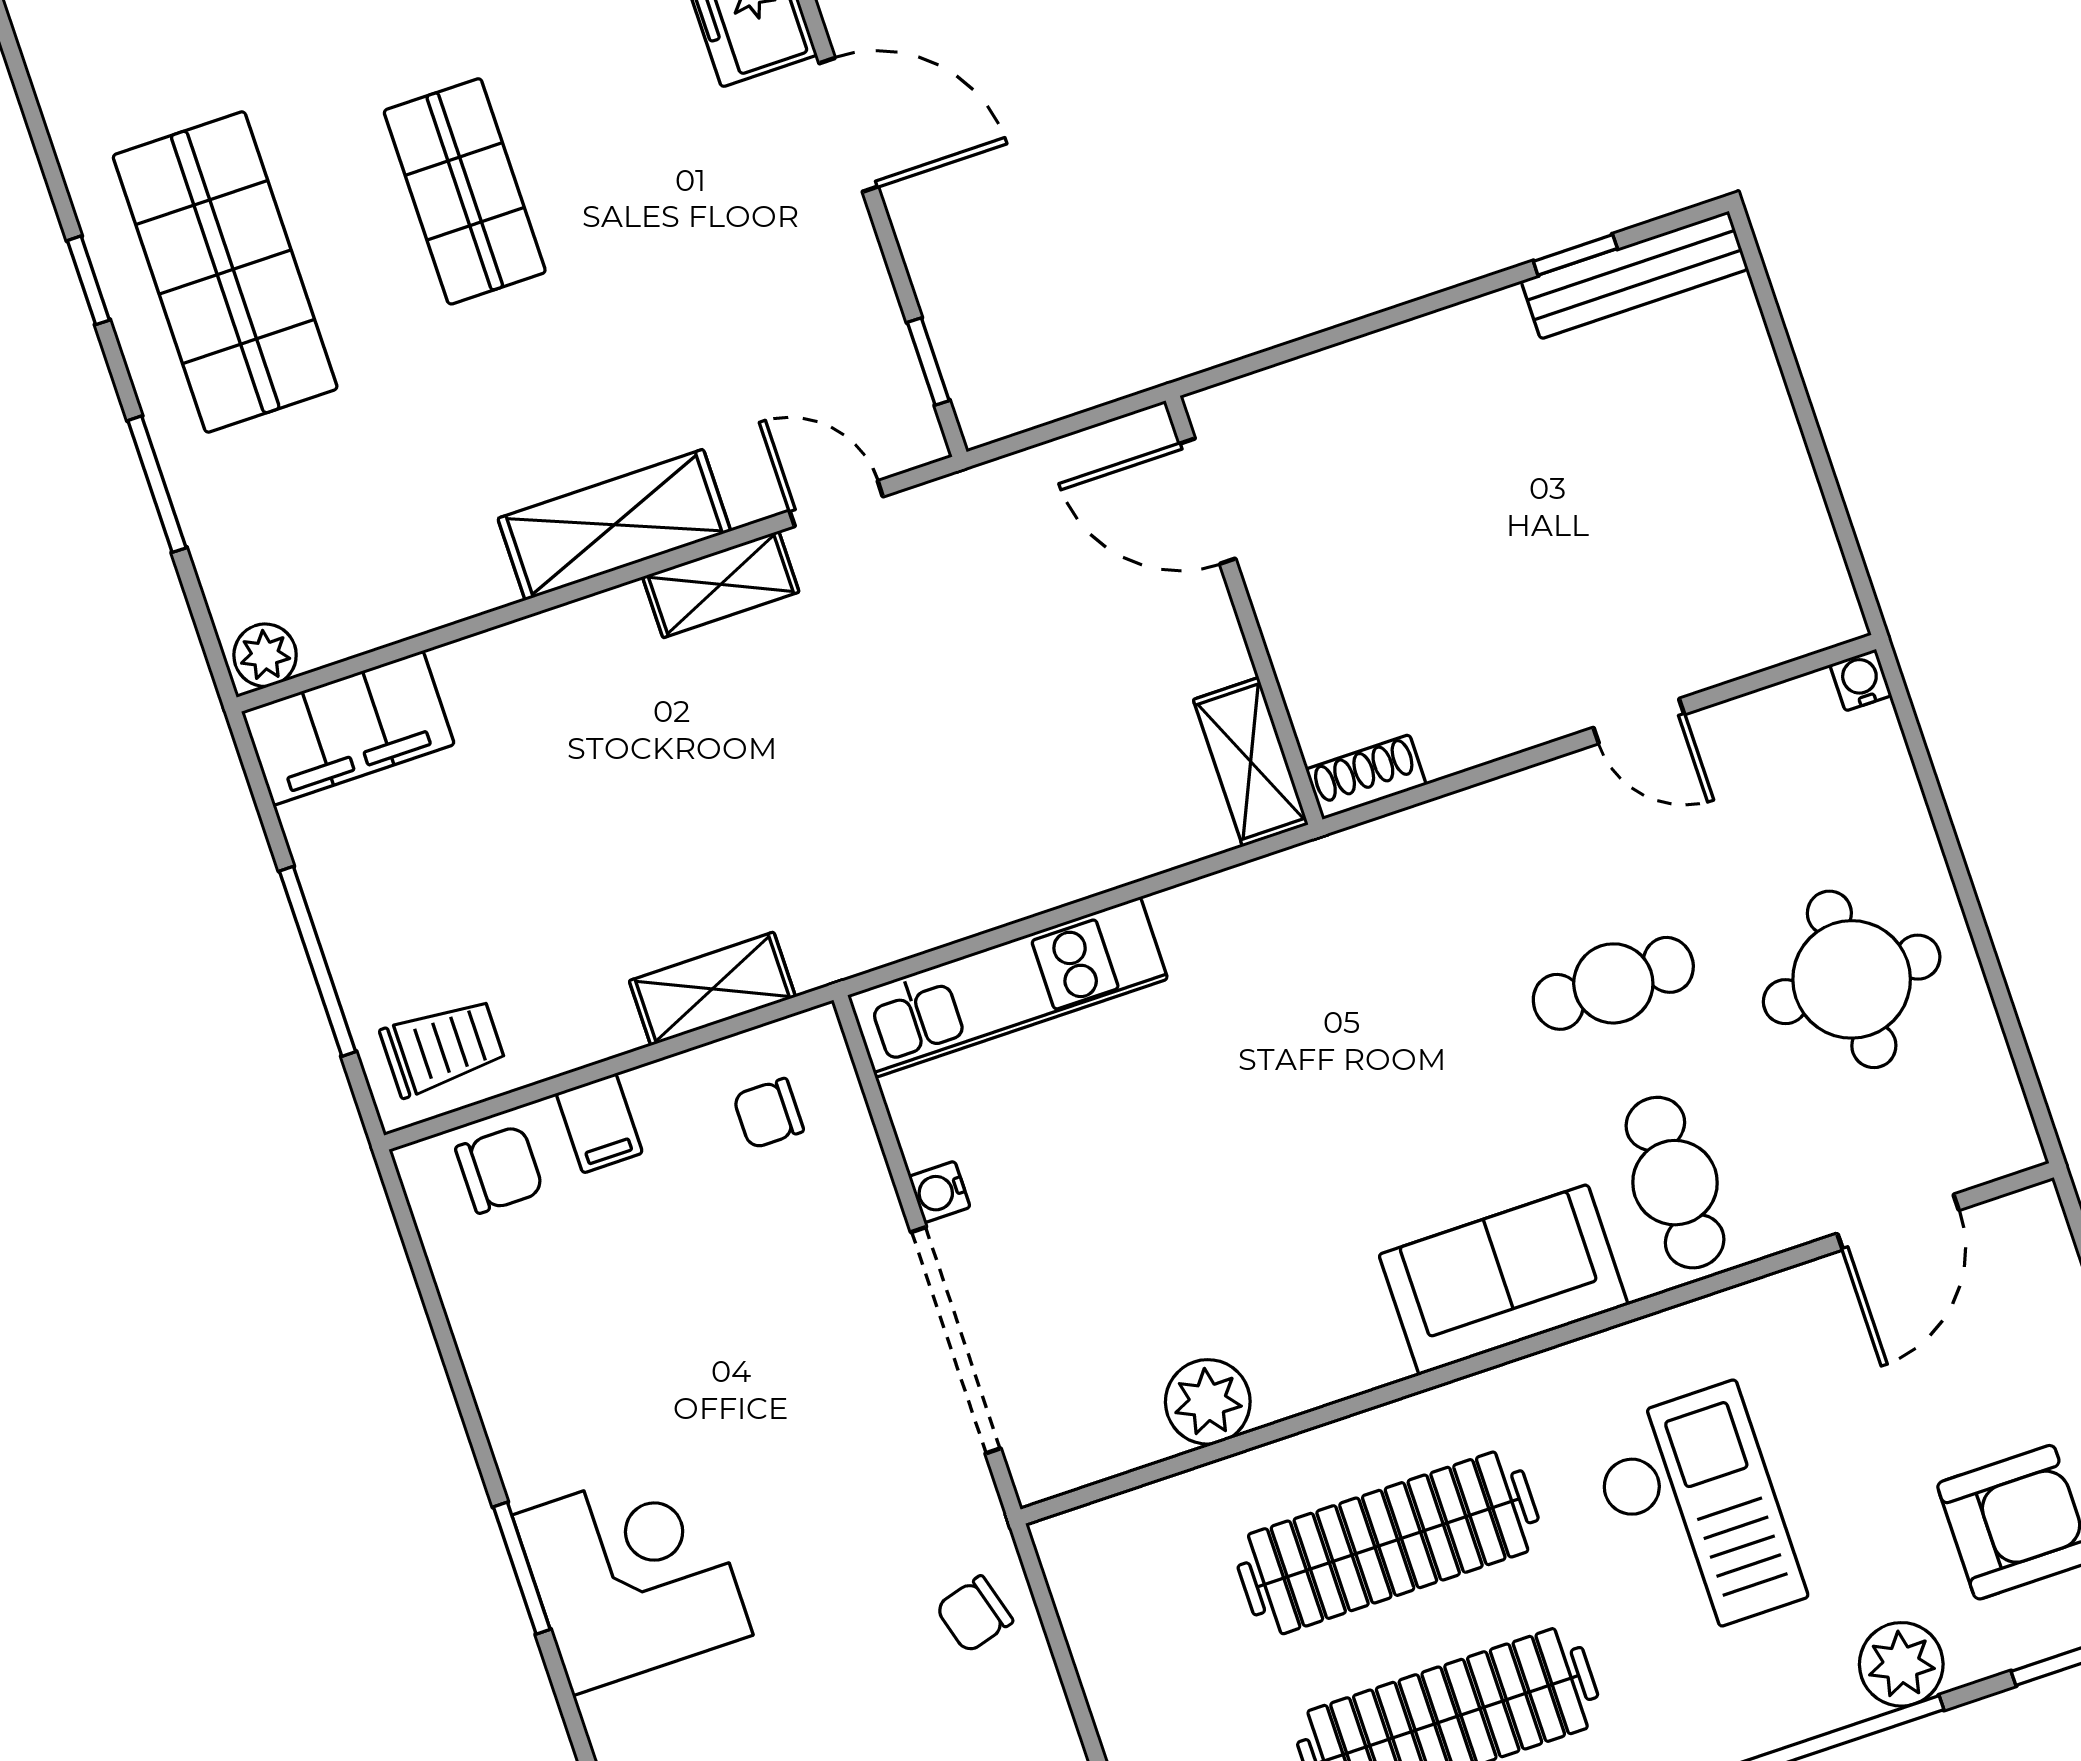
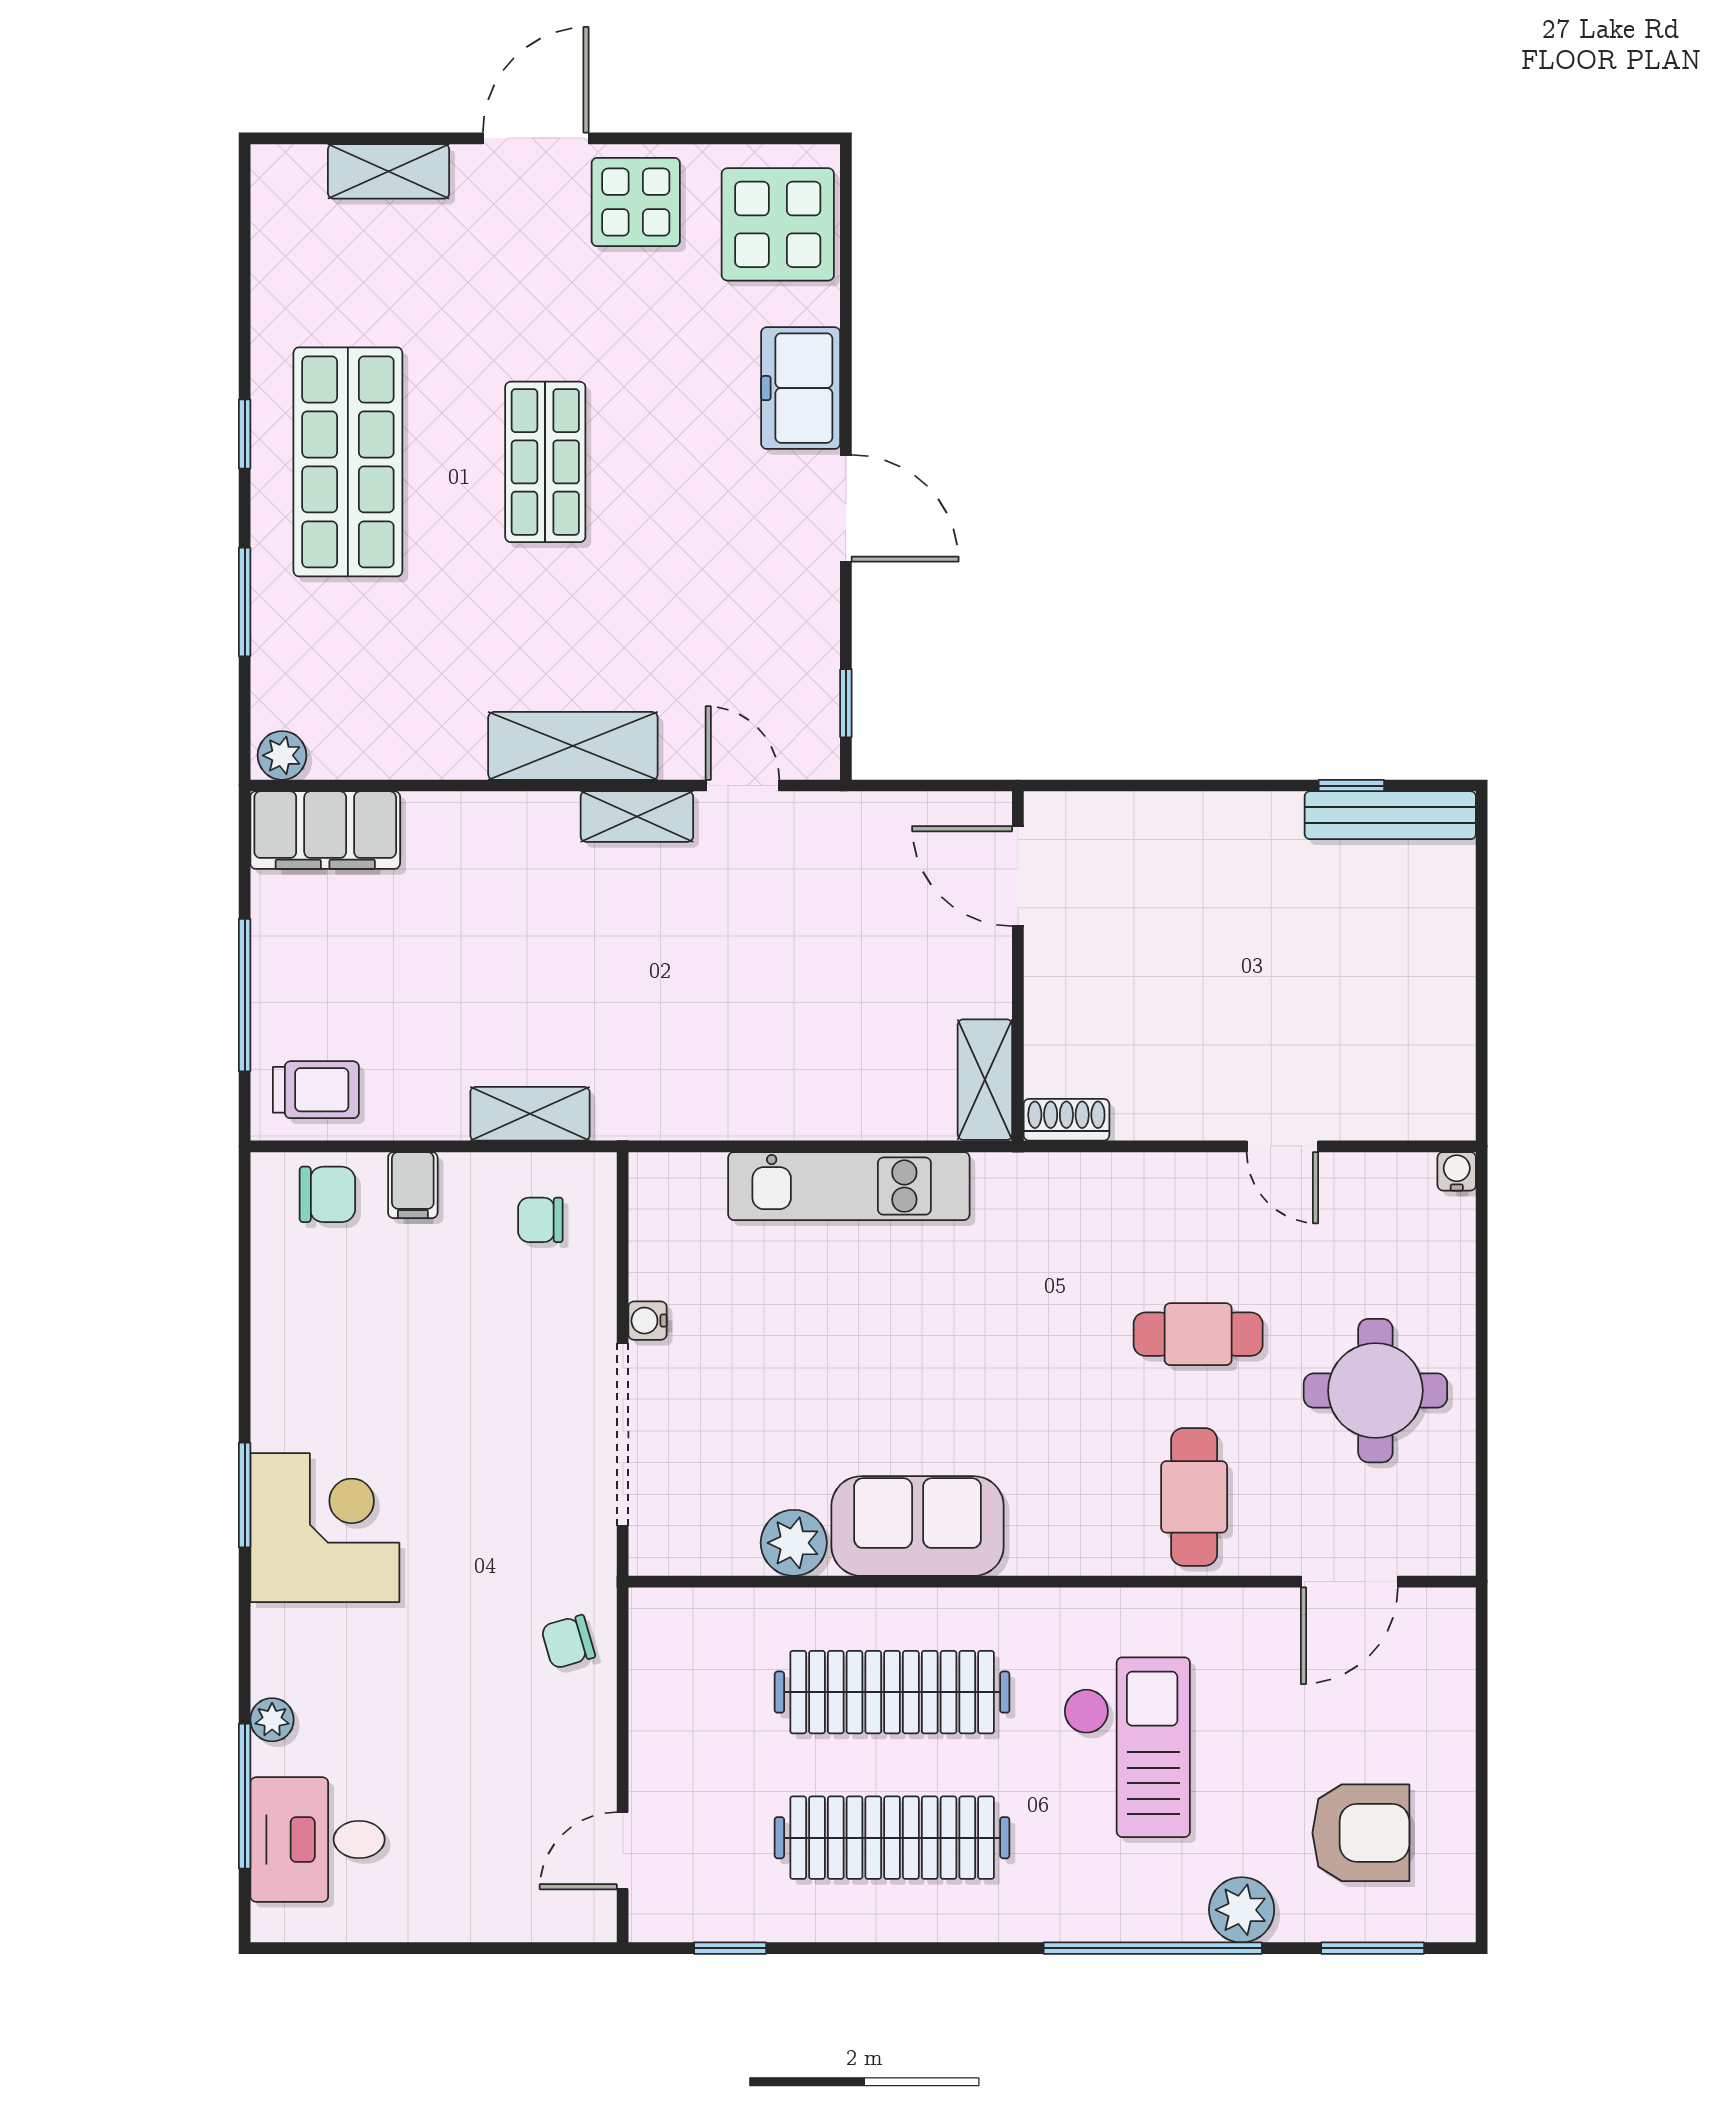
kitchen unit: (1008, 987) -> (849, 1186), moved
sofa: (1503, 1280) -> (918, 1526), moved

